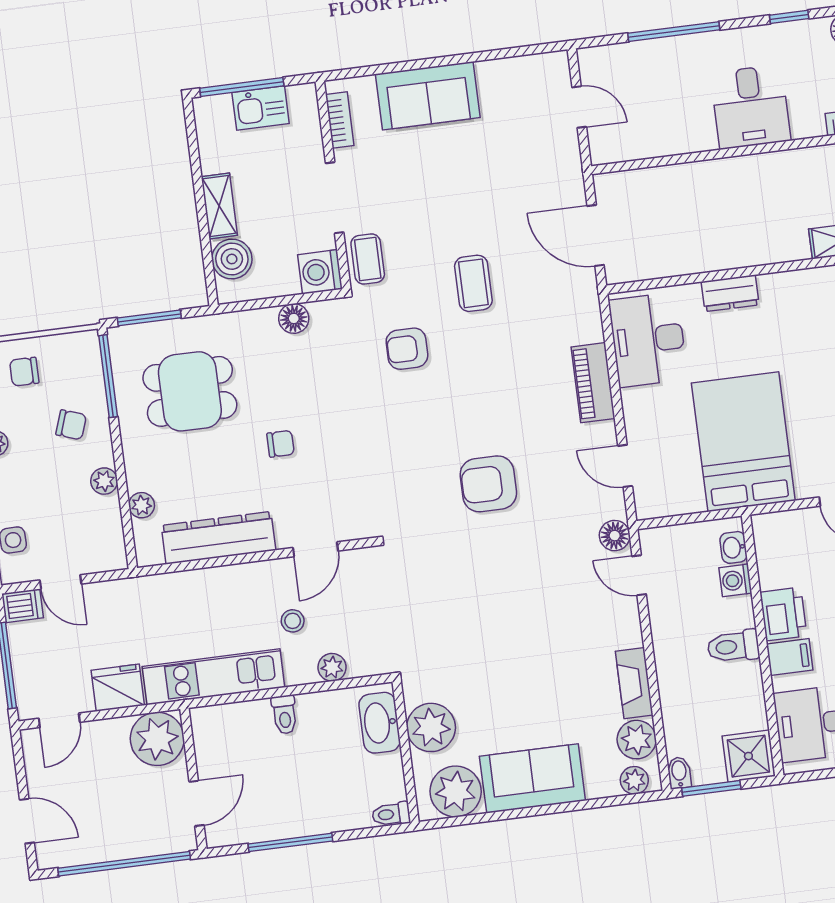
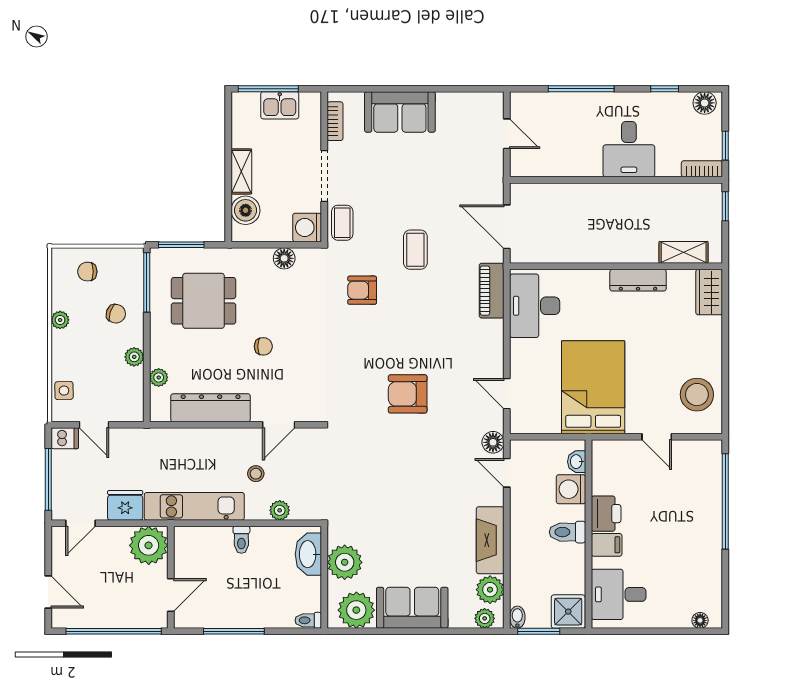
dresser: (730, 293) -> (638, 280), moved, width x1.44
piano: (593, 383) -> (492, 291), moved
washing machine: (735, 580) -> (571, 489), width x1.38, depth x1.38
fireplace: (634, 683) -> (490, 540), width x1.37, depth x1.32

